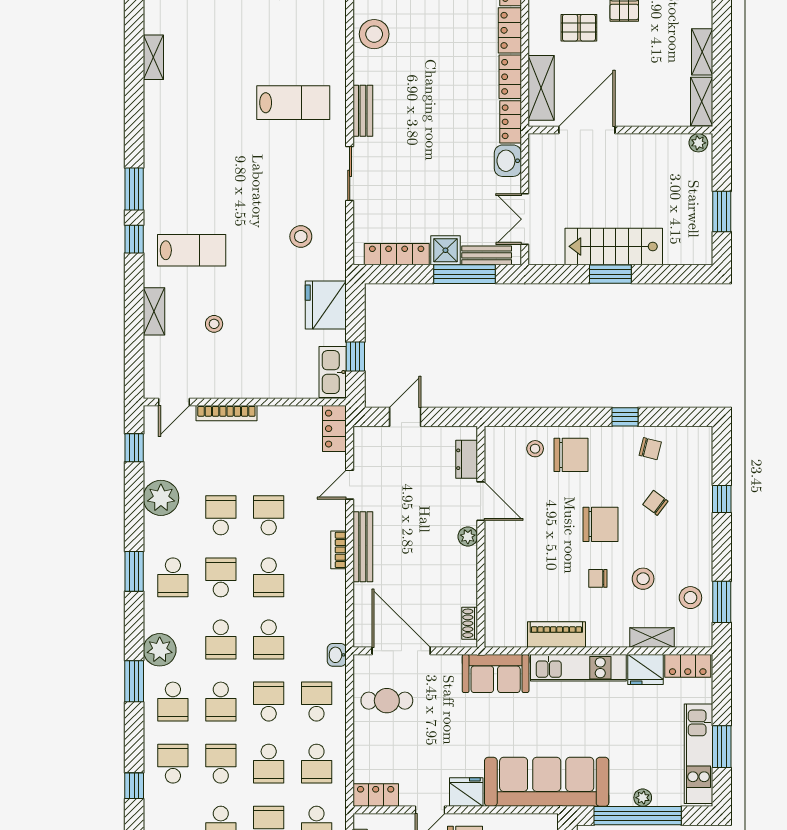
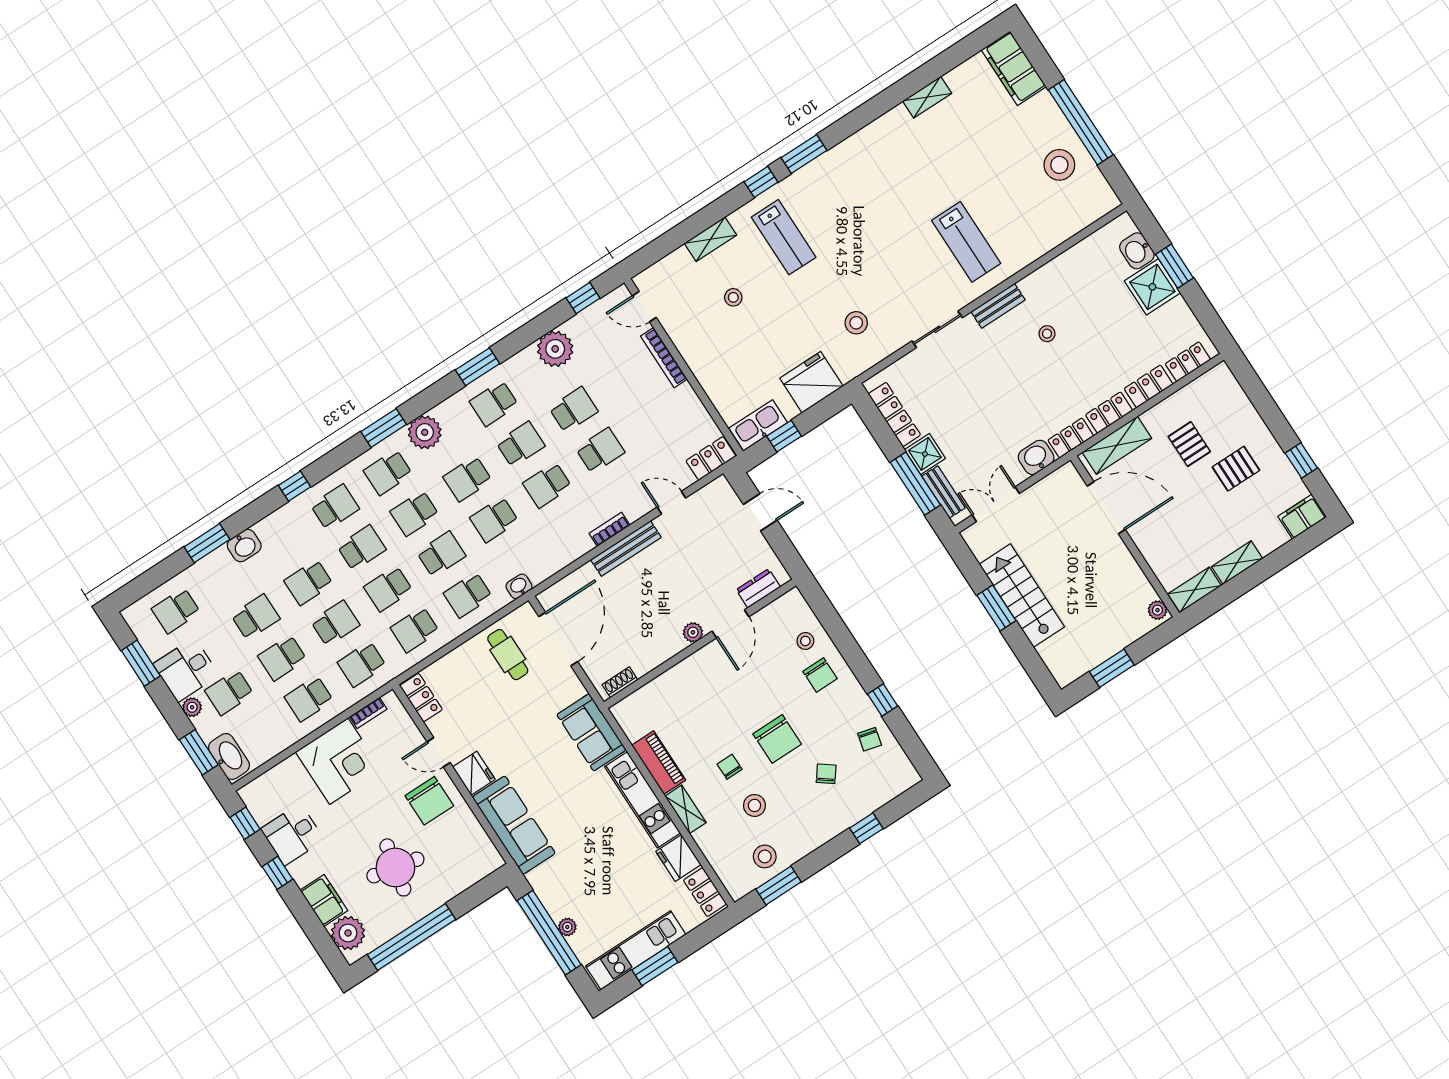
stool: (374, 34) -> (1047, 334), moved, width x0.53, depth x0.53
chair: (571, 455) -> (820, 675), width x0.73, depth x0.73
shelving: (652, 637) -> (686, 809), moved
school desk: (317, 702) -> (468, 595), turned 180
sofa: (547, 782) -> (514, 825), width x0.74, depth x0.79

